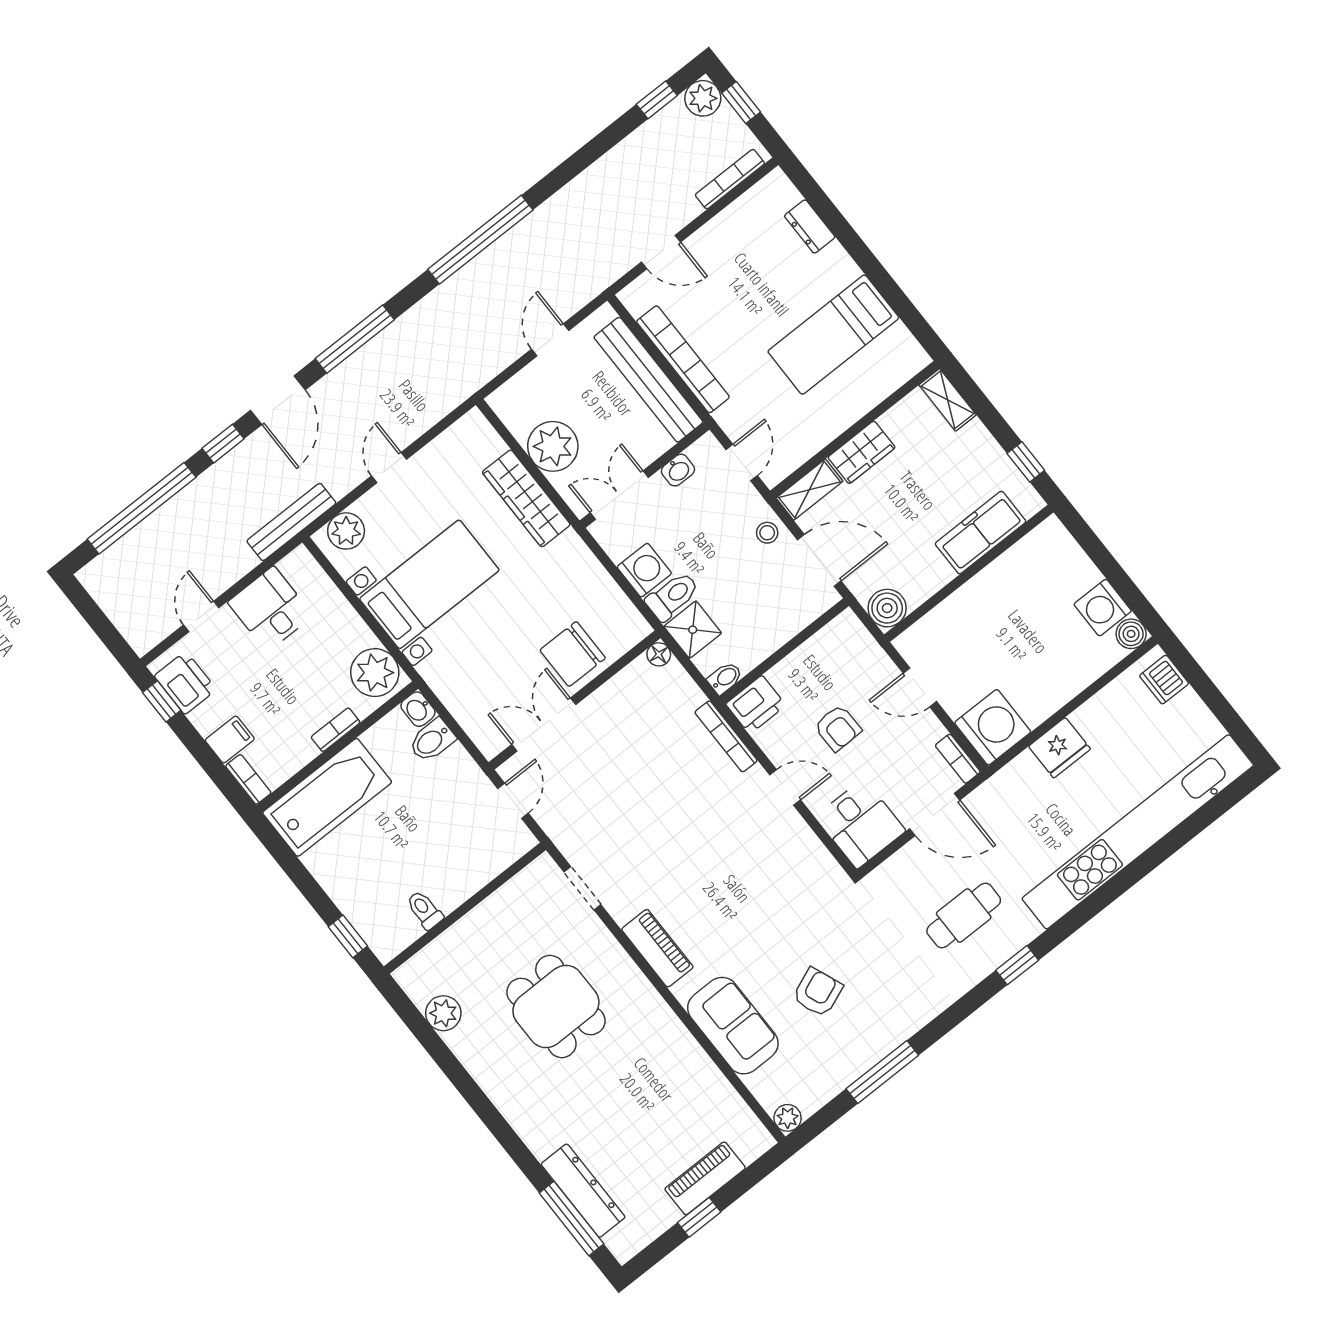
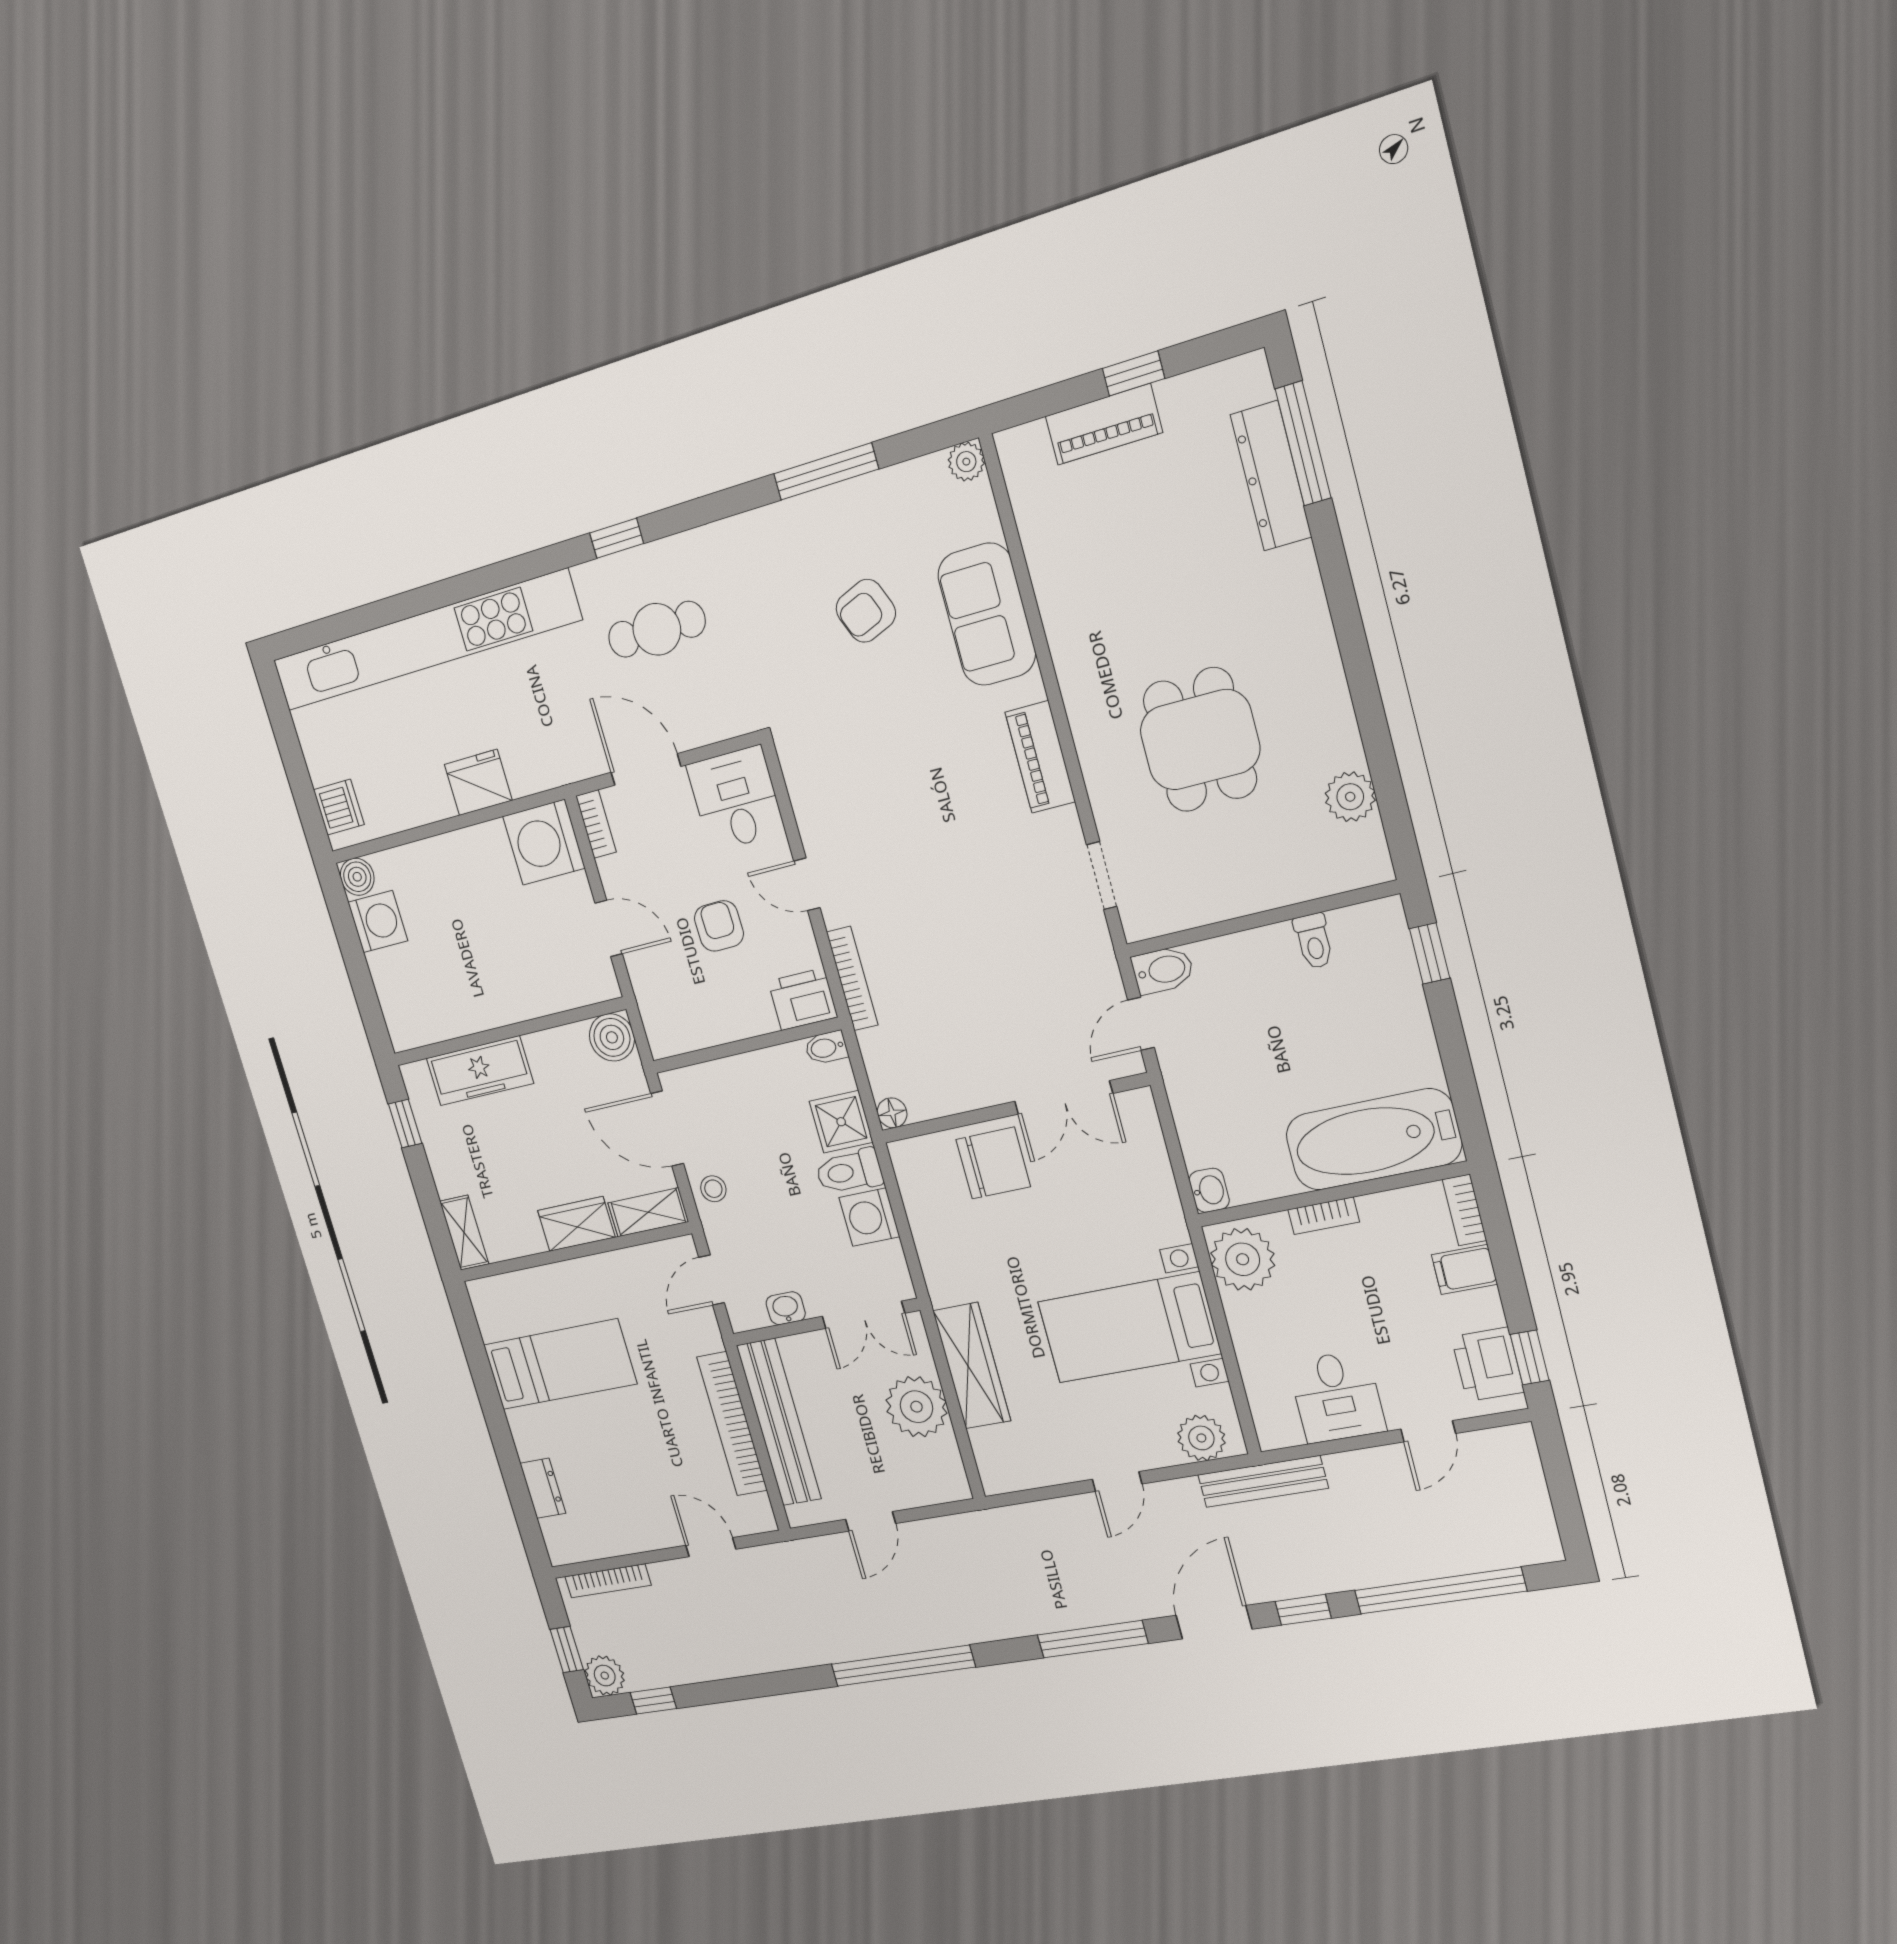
bidet: (432, 740) -> (1163, 970), moved

